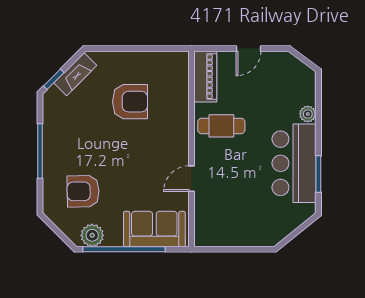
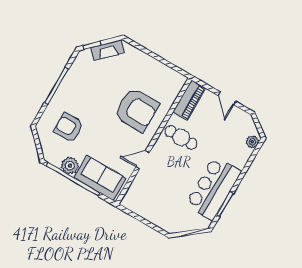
door: (248, 49) -> (227, 98), hinge flipped
armchair: (130, 102) -> (137, 110), moved, width x1.36, depth x1.36
plant: (308, 114) -> (252, 142), moved
plant: (92, 235) -> (70, 166), moved

